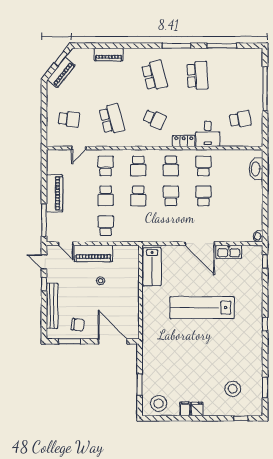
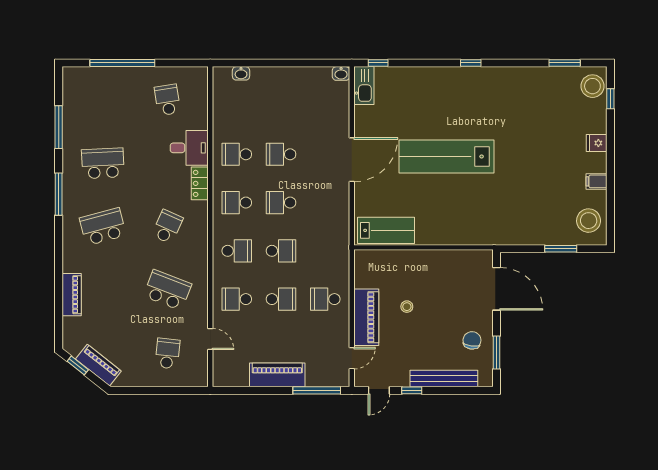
school desk: (112, 119) -> (167, 290), turned 36
school desk: (171, 166) -> (237, 203), turned 180
washbasin: (256, 169) -> (241, 73), width x0.52, depth x0.69
kitchen sink: (229, 252) -> (364, 85), moved
lab bench: (202, 308) -> (447, 156), turned 90
door: (113, 341) -> (496, 289), swing flipped
stool: (233, 389) -> (592, 86), moved
fridge: (197, 409) -> (597, 143), moved

